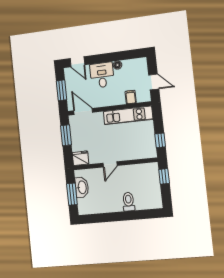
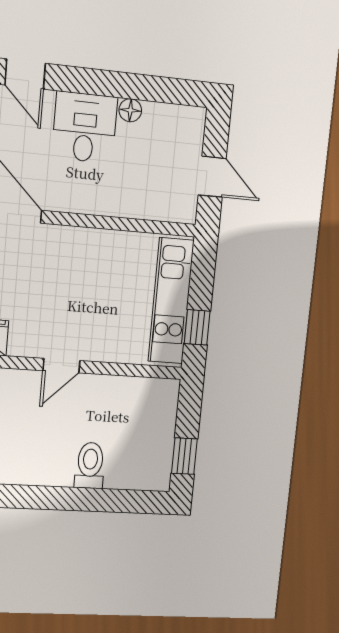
filing cabinet: (131, 97) -> (147, 203), removed
kitchen unit: (128, 115) -> (171, 301), moved, turned 90
window: (164, 176) -> (184, 456), moved

